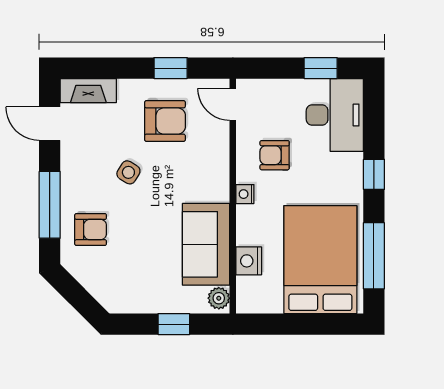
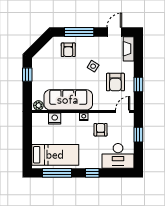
window: (321, 68) -> (138, 135), moved
sofa: (206, 244) -> (68, 100), width x1.36
bed: (320, 260) -> (55, 155), width x0.67
window: (174, 324) -> (27, 75), moved

